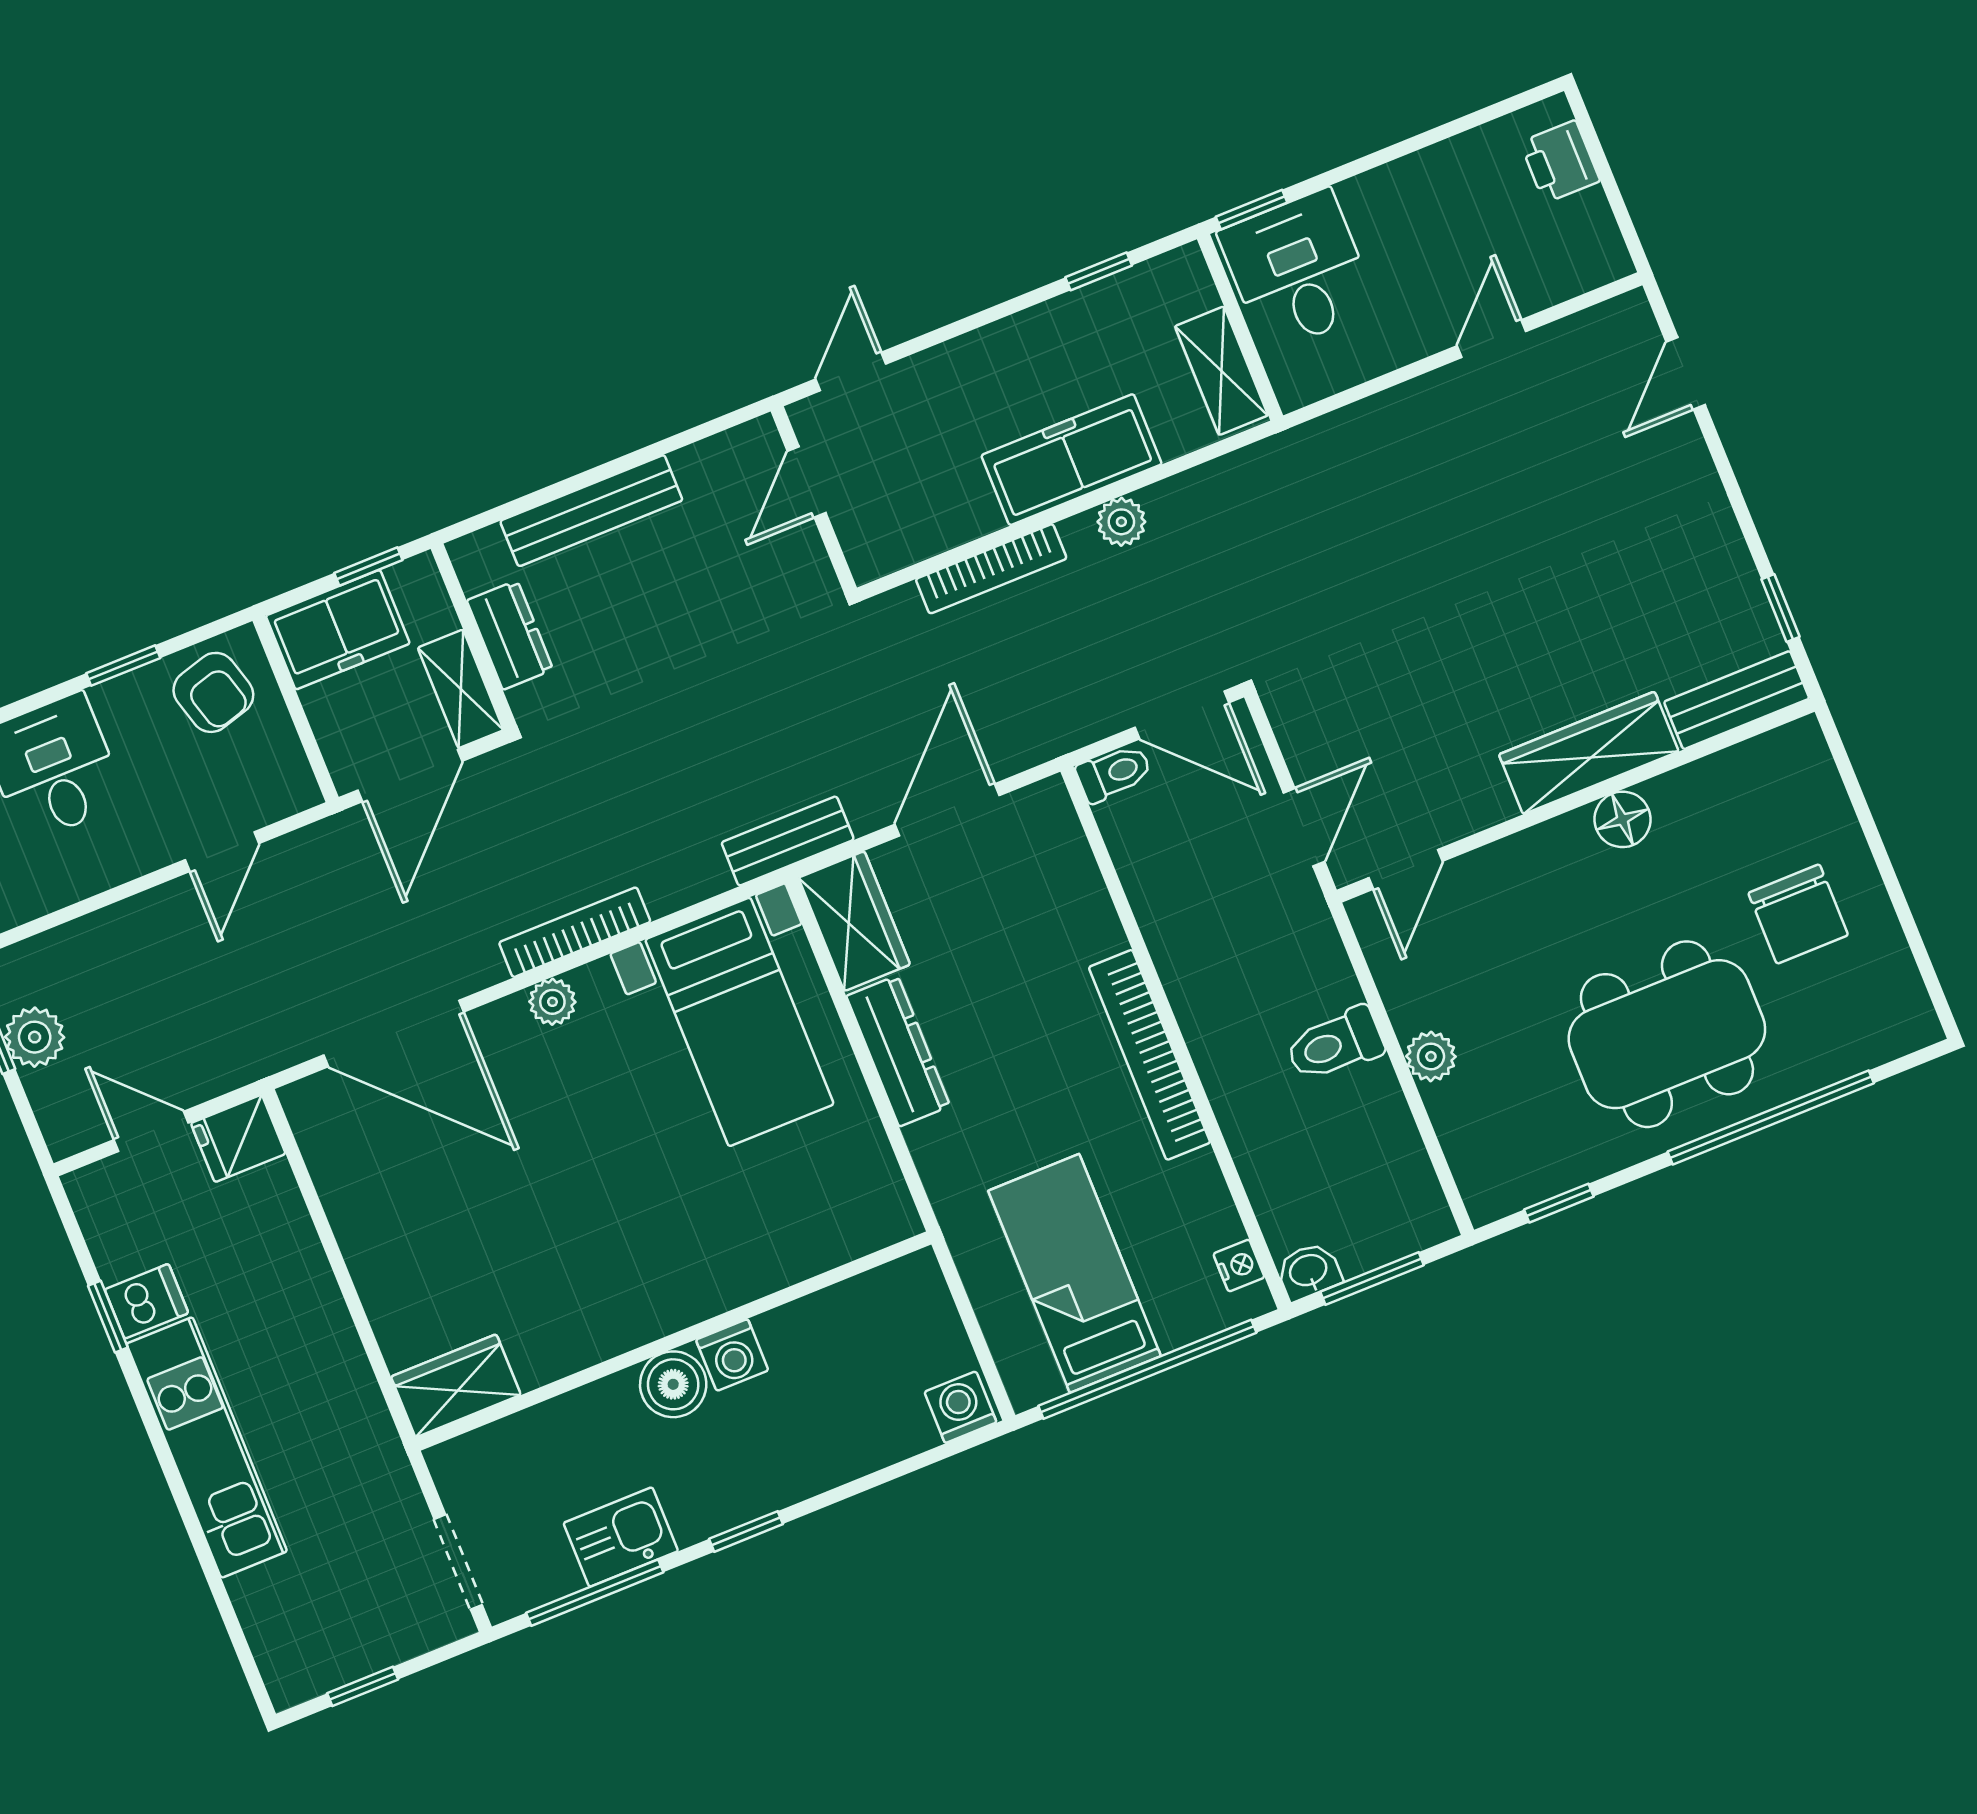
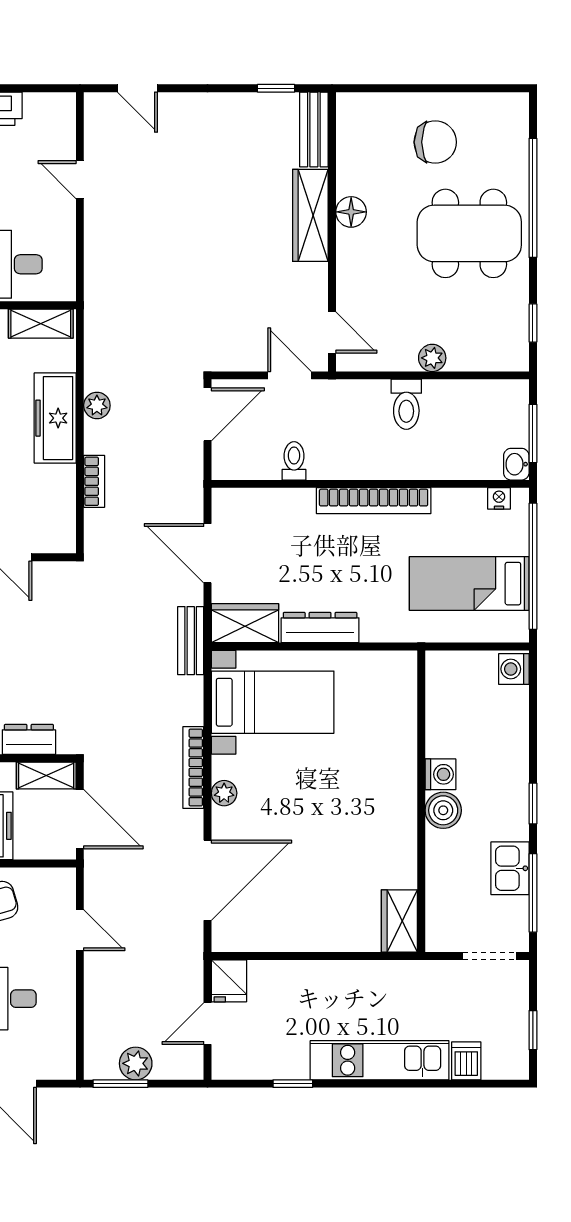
bookcase: (991, 569) -> (94, 481), width x0.64
toilet: (1114, 773) -> (294, 461), moved
dining table: (1667, 1034) -> (469, 233), turned 90
dishwasher: (147, 1301) -> (466, 1061), moved

